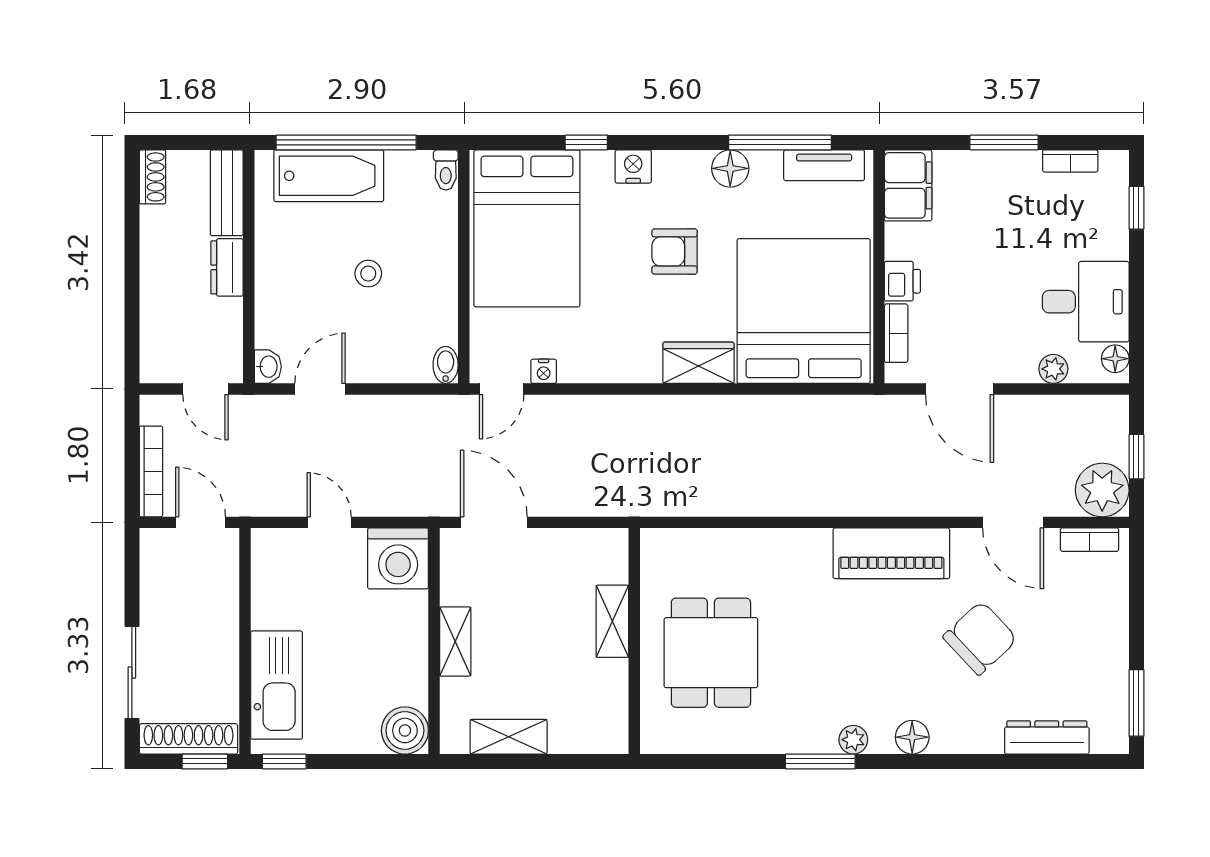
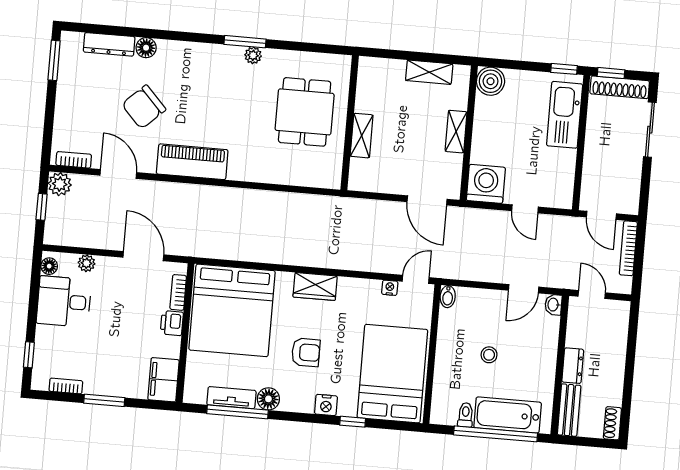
tv unit: (824, 165) -> (231, 398), moved
toilet: (446, 170) -> (466, 415), moved
wardrobe: (698, 363) -> (315, 286), moved
plant: (1102, 490) -> (60, 184), width x0.73, depth x0.73
floor lamp: (912, 737) -> (146, 48), moved
plant: (853, 740) -> (253, 55), moved

